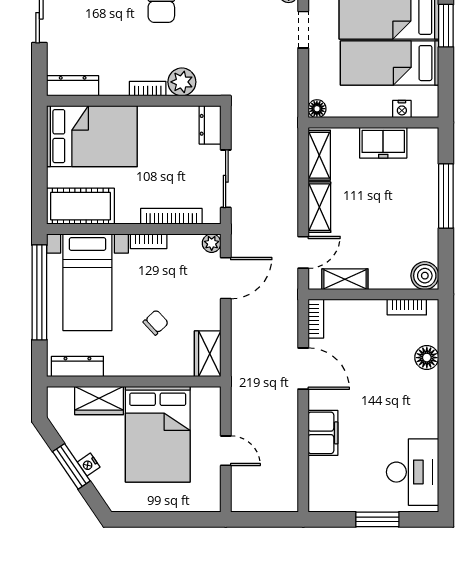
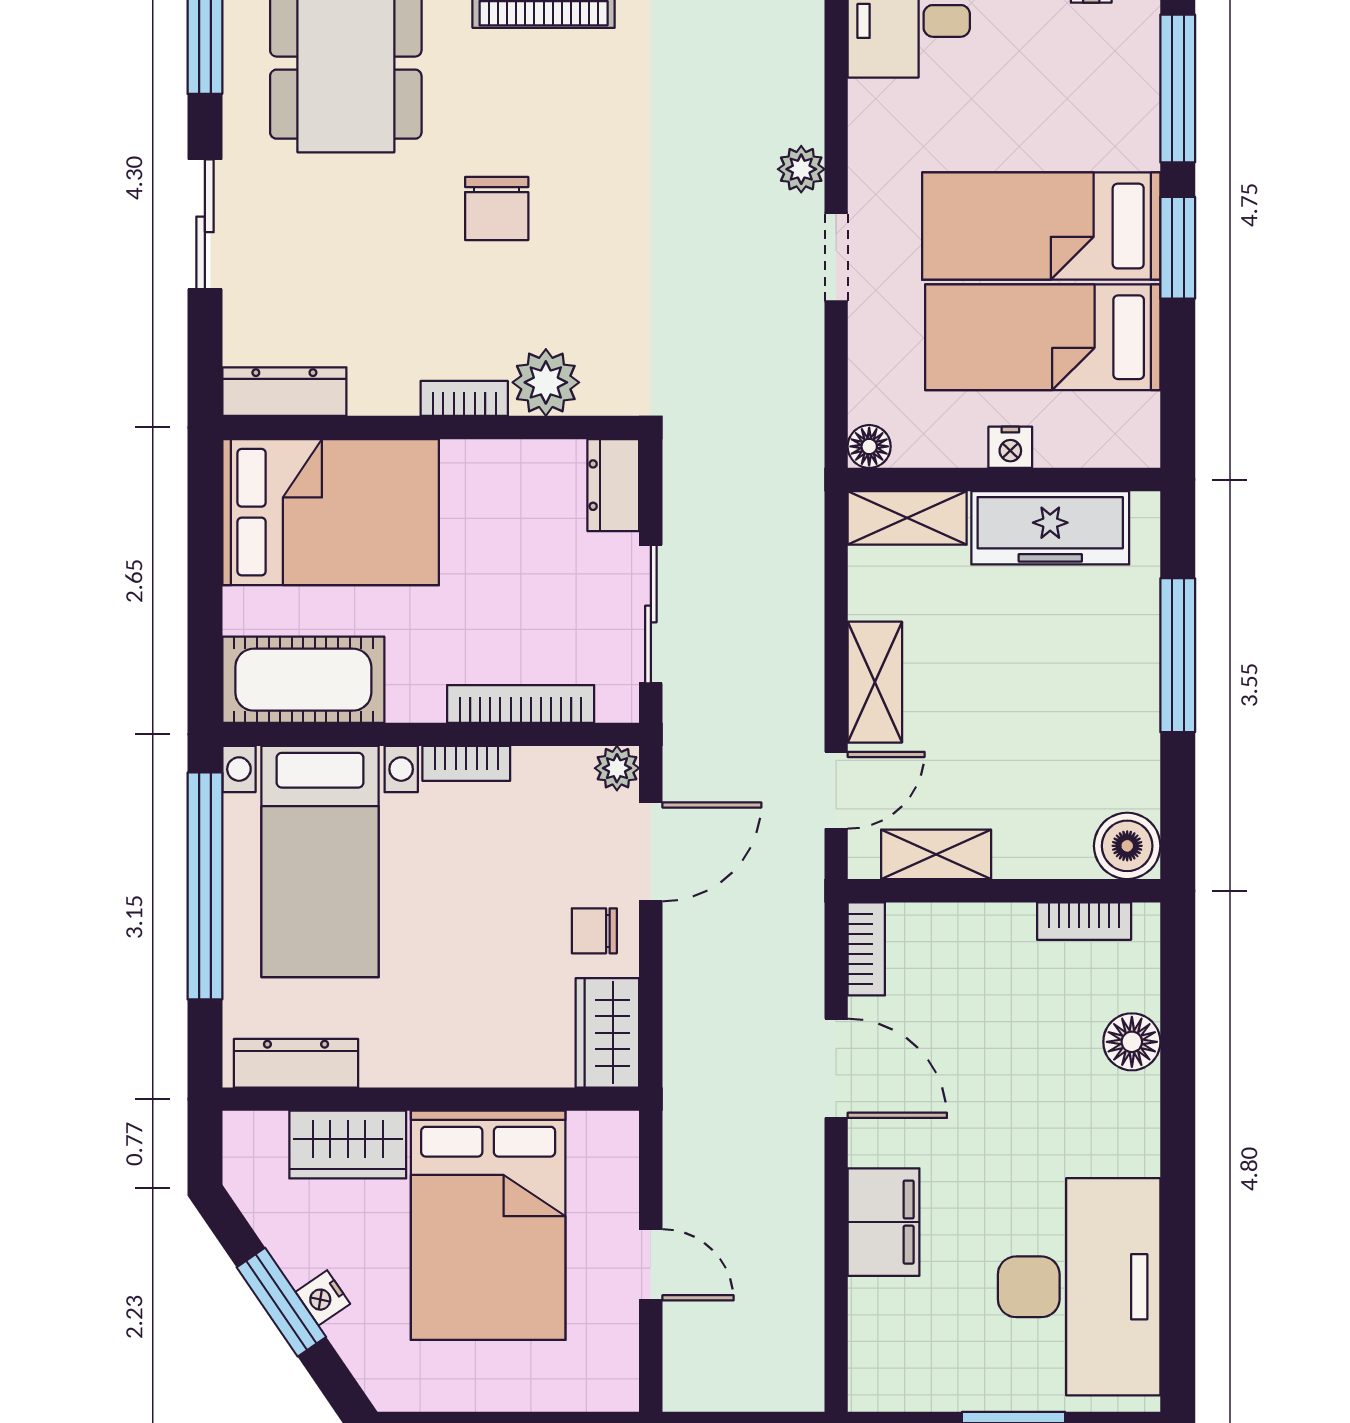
nightstand: (402, 109) -> (1010, 447), moved
freezer: (383, 143) -> (1050, 528), width x1.40
shelving: (319, 155) -> (907, 518), moved, turned 90
chair: (156, 322) -> (594, 931), moved, turned -137
desk: (413, 472) -> (1079, 1287), width x1.36, depth x1.30

